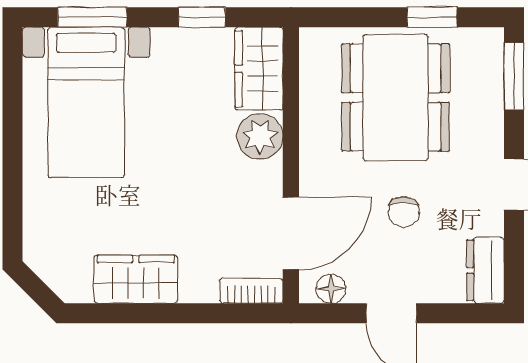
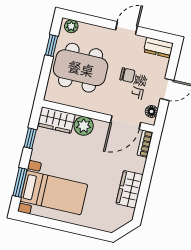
plant: (488, 53) -> (71, 26), added
window: (514, 76) -> (83, 18), removed
door: (291, 233) -> (125, 122), swing flipped

